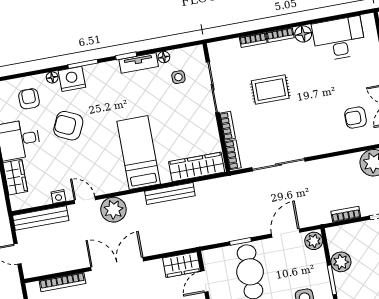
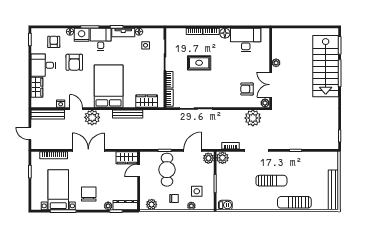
desk: (104, 81) -> (101, 39), added
armchair: (68, 126) -> (74, 62), turned -115
bed: (139, 153) -> (109, 86), width x1.50
wardrobe: (197, 167) -> (147, 101), width x0.67
plant: (341, 262) -> (222, 158), moved

